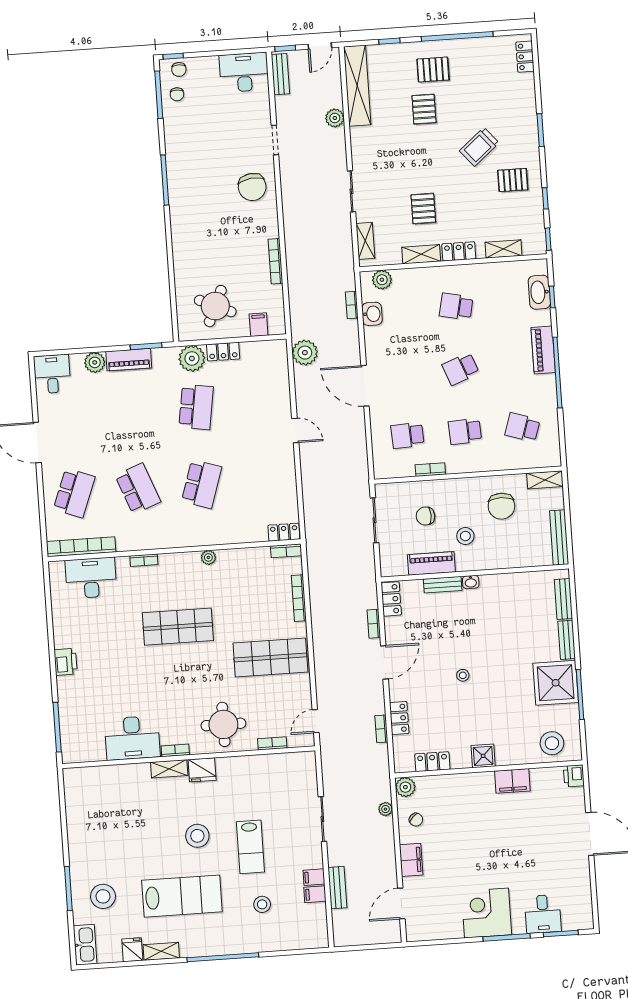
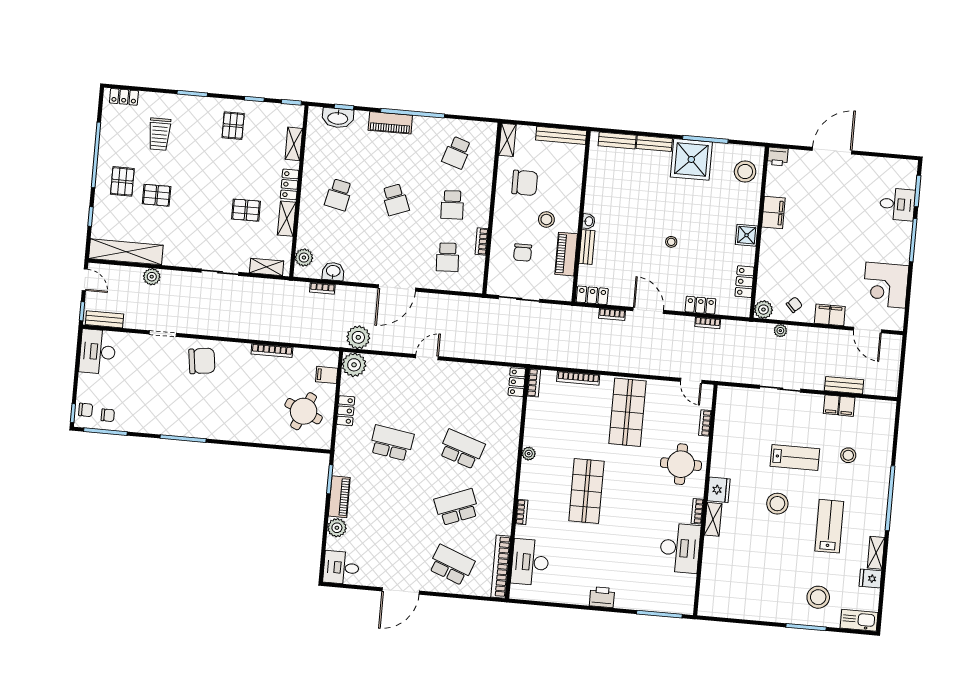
trolley: (479, 147) -> (159, 134), moved, turned 40
plant: (192, 358) -> (354, 365), moved
lab bench: (182, 896) -> (829, 526), width x0.73, depth x0.72
corner desk: (486, 913) -> (886, 285), moved

